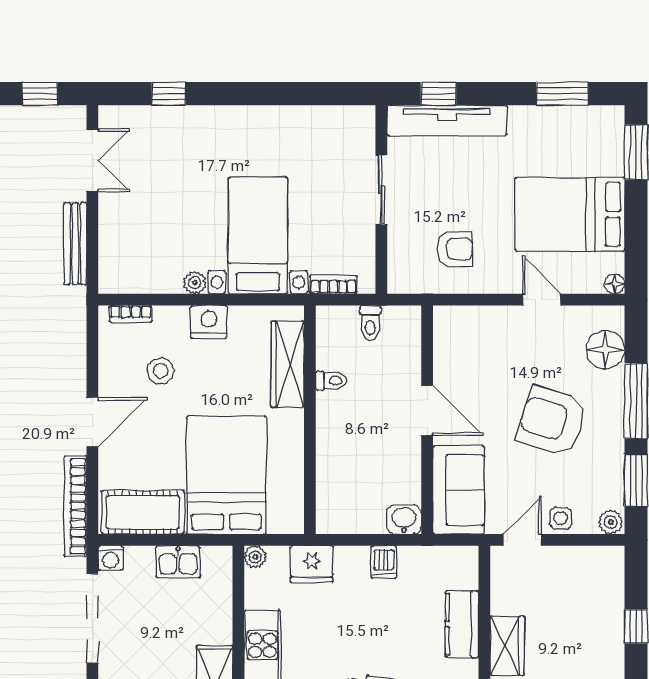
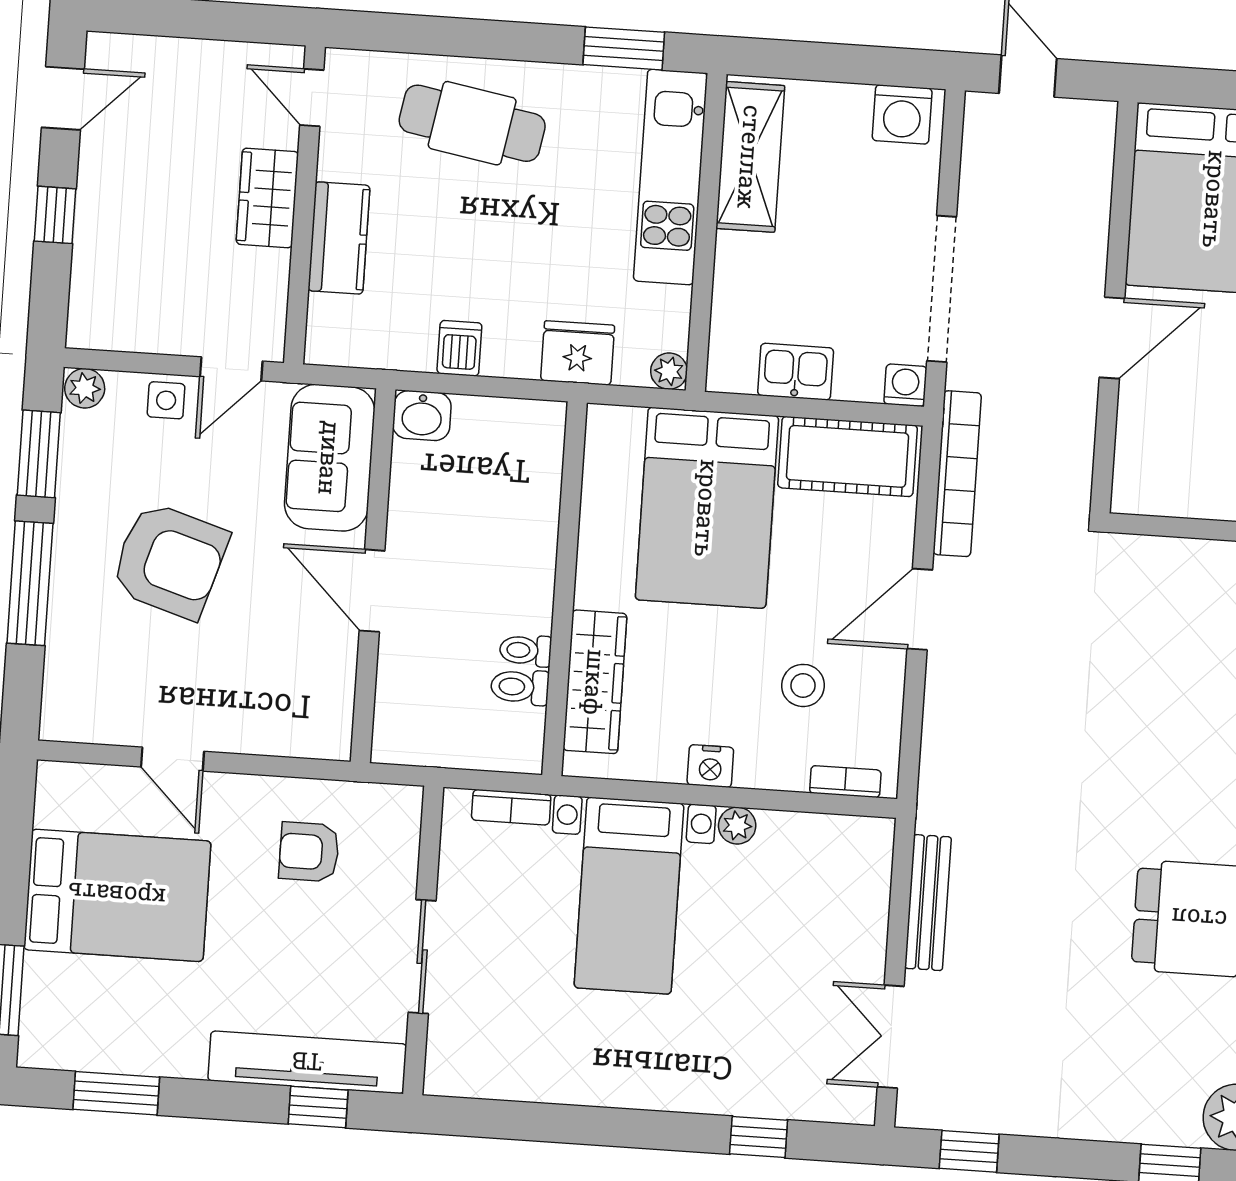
floor lamp: (615, 284) -> (52, 777), removed
nightstand: (209, 322) -> (710, 766), width x0.74, depth x0.75
toilet: (370, 323) -> (520, 687), moved, turned -90
floor lamp: (605, 350) -> (74, 670), removed

